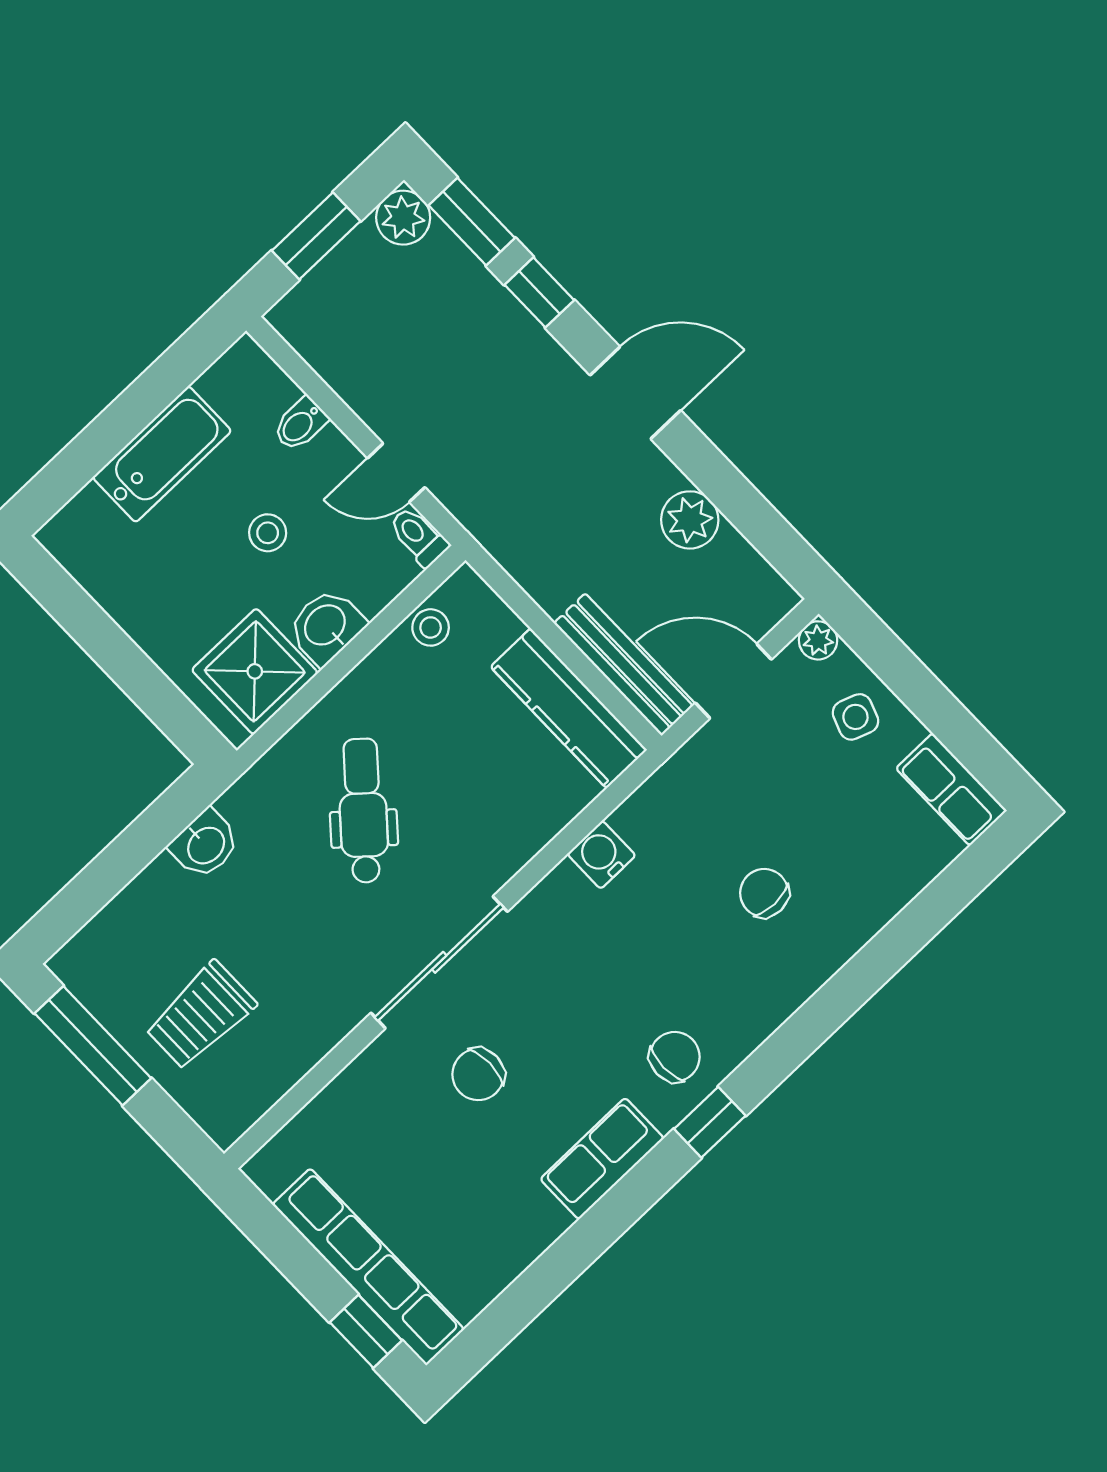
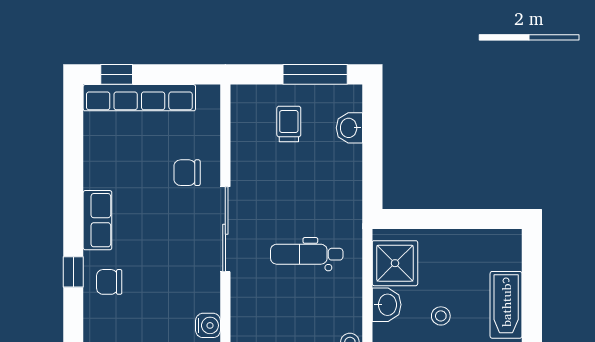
dental chair: (363, 811) -> (307, 254), turned 139
washbasin: (205, 844) -> (349, 128), moved
trolley: (200, 1015) -> (289, 124), width x0.73, depth x0.72
chair: (675, 1057) -> (109, 282), turned 90
chair: (478, 1074) -> (187, 173), moved, turned -90

